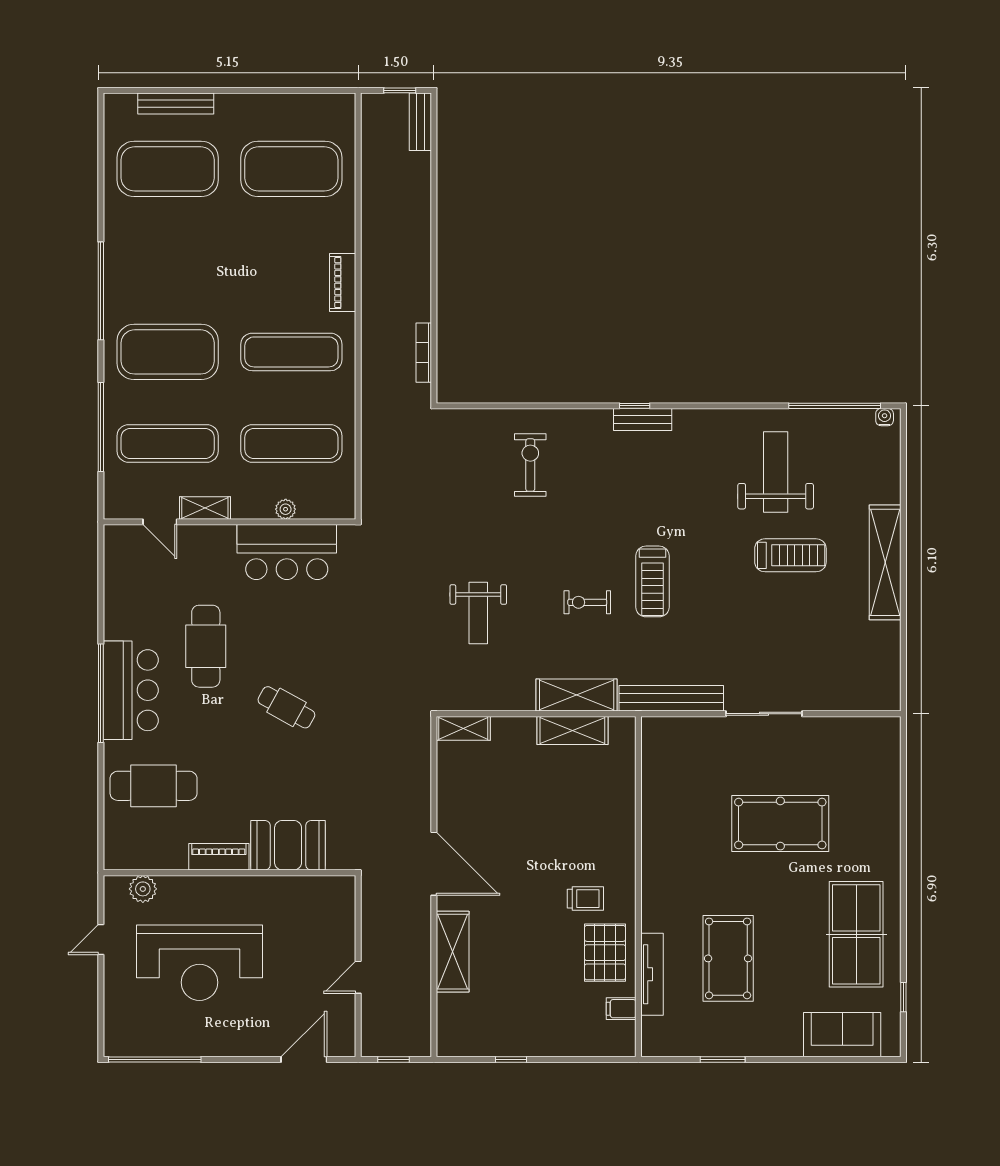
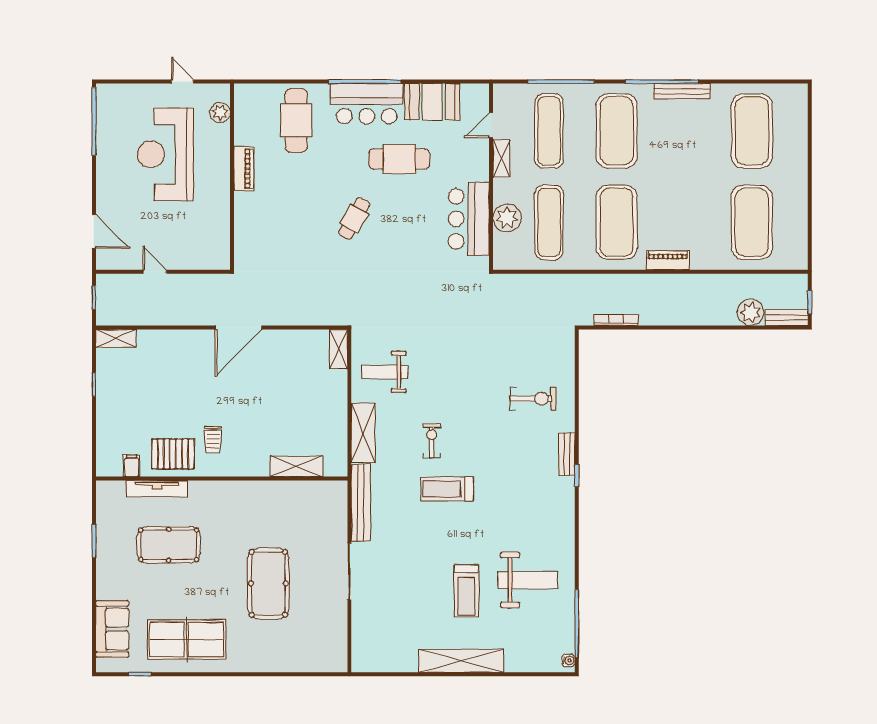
bench: (176, 104) -> (682, 91), moved, turned 90
plant: (413, 171) -> (751, 312), added
exercise mat: (291, 352) -> (617, 222), width x1.47
bench: (643, 419) -> (567, 454), moved
plant: (286, 509) -> (507, 218), width x1.88, depth x1.88
weight bench: (478, 613) -> (385, 372), moved
shelving: (572, 730) -> (296, 466), moved, turned 90
booth: (288, 845) -> (432, 102), moved, turned 90
shelving: (453, 952) -> (116, 338), moved, width x0.67, depth x0.75

